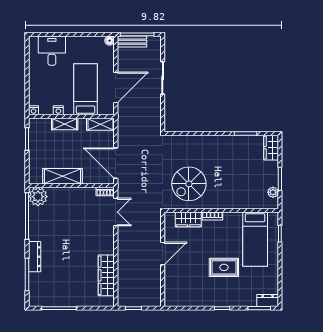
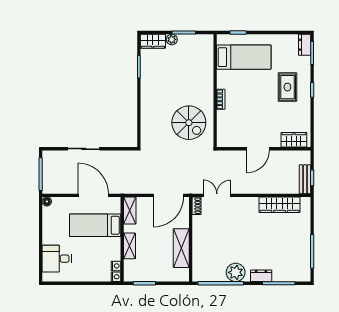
bench: (132, 42) -> (305, 179), moved
nightstand: (58, 110) -> (116, 266), moved
plant: (273, 192) -> (172, 39), moved
plant: (38, 197) -> (236, 272), moved
wardrobe: (188, 219) -> (294, 140), moved, turned -90
door: (163, 253) -> (258, 149), swing flipped
dresser: (35, 257) -> (261, 276), width x0.70
rug: (224, 267) -> (287, 87), moved

